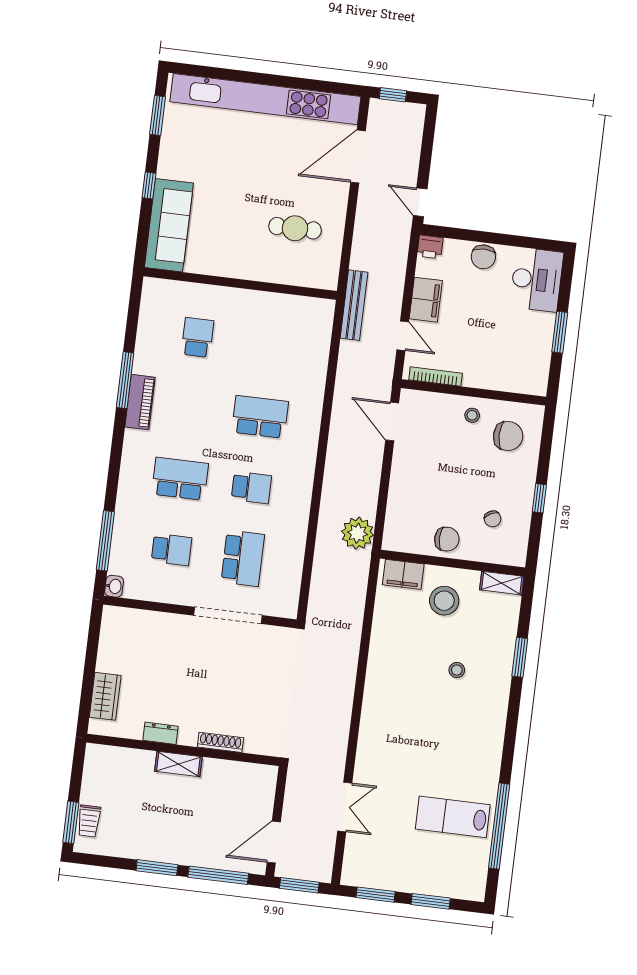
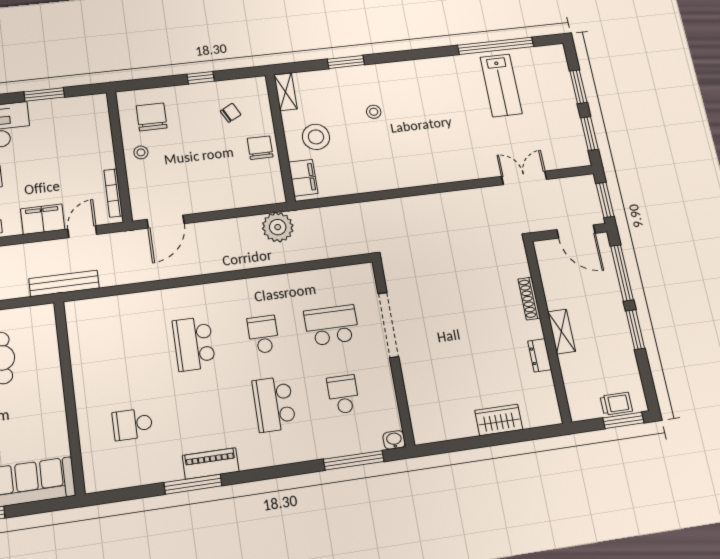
dresser: (160, 733) -> (540, 355), moved
shoe rack: (220, 742) -> (529, 299), moved
wall: (183, 750) -> (547, 331), moved
shelving: (178, 764) -> (561, 332), moved

